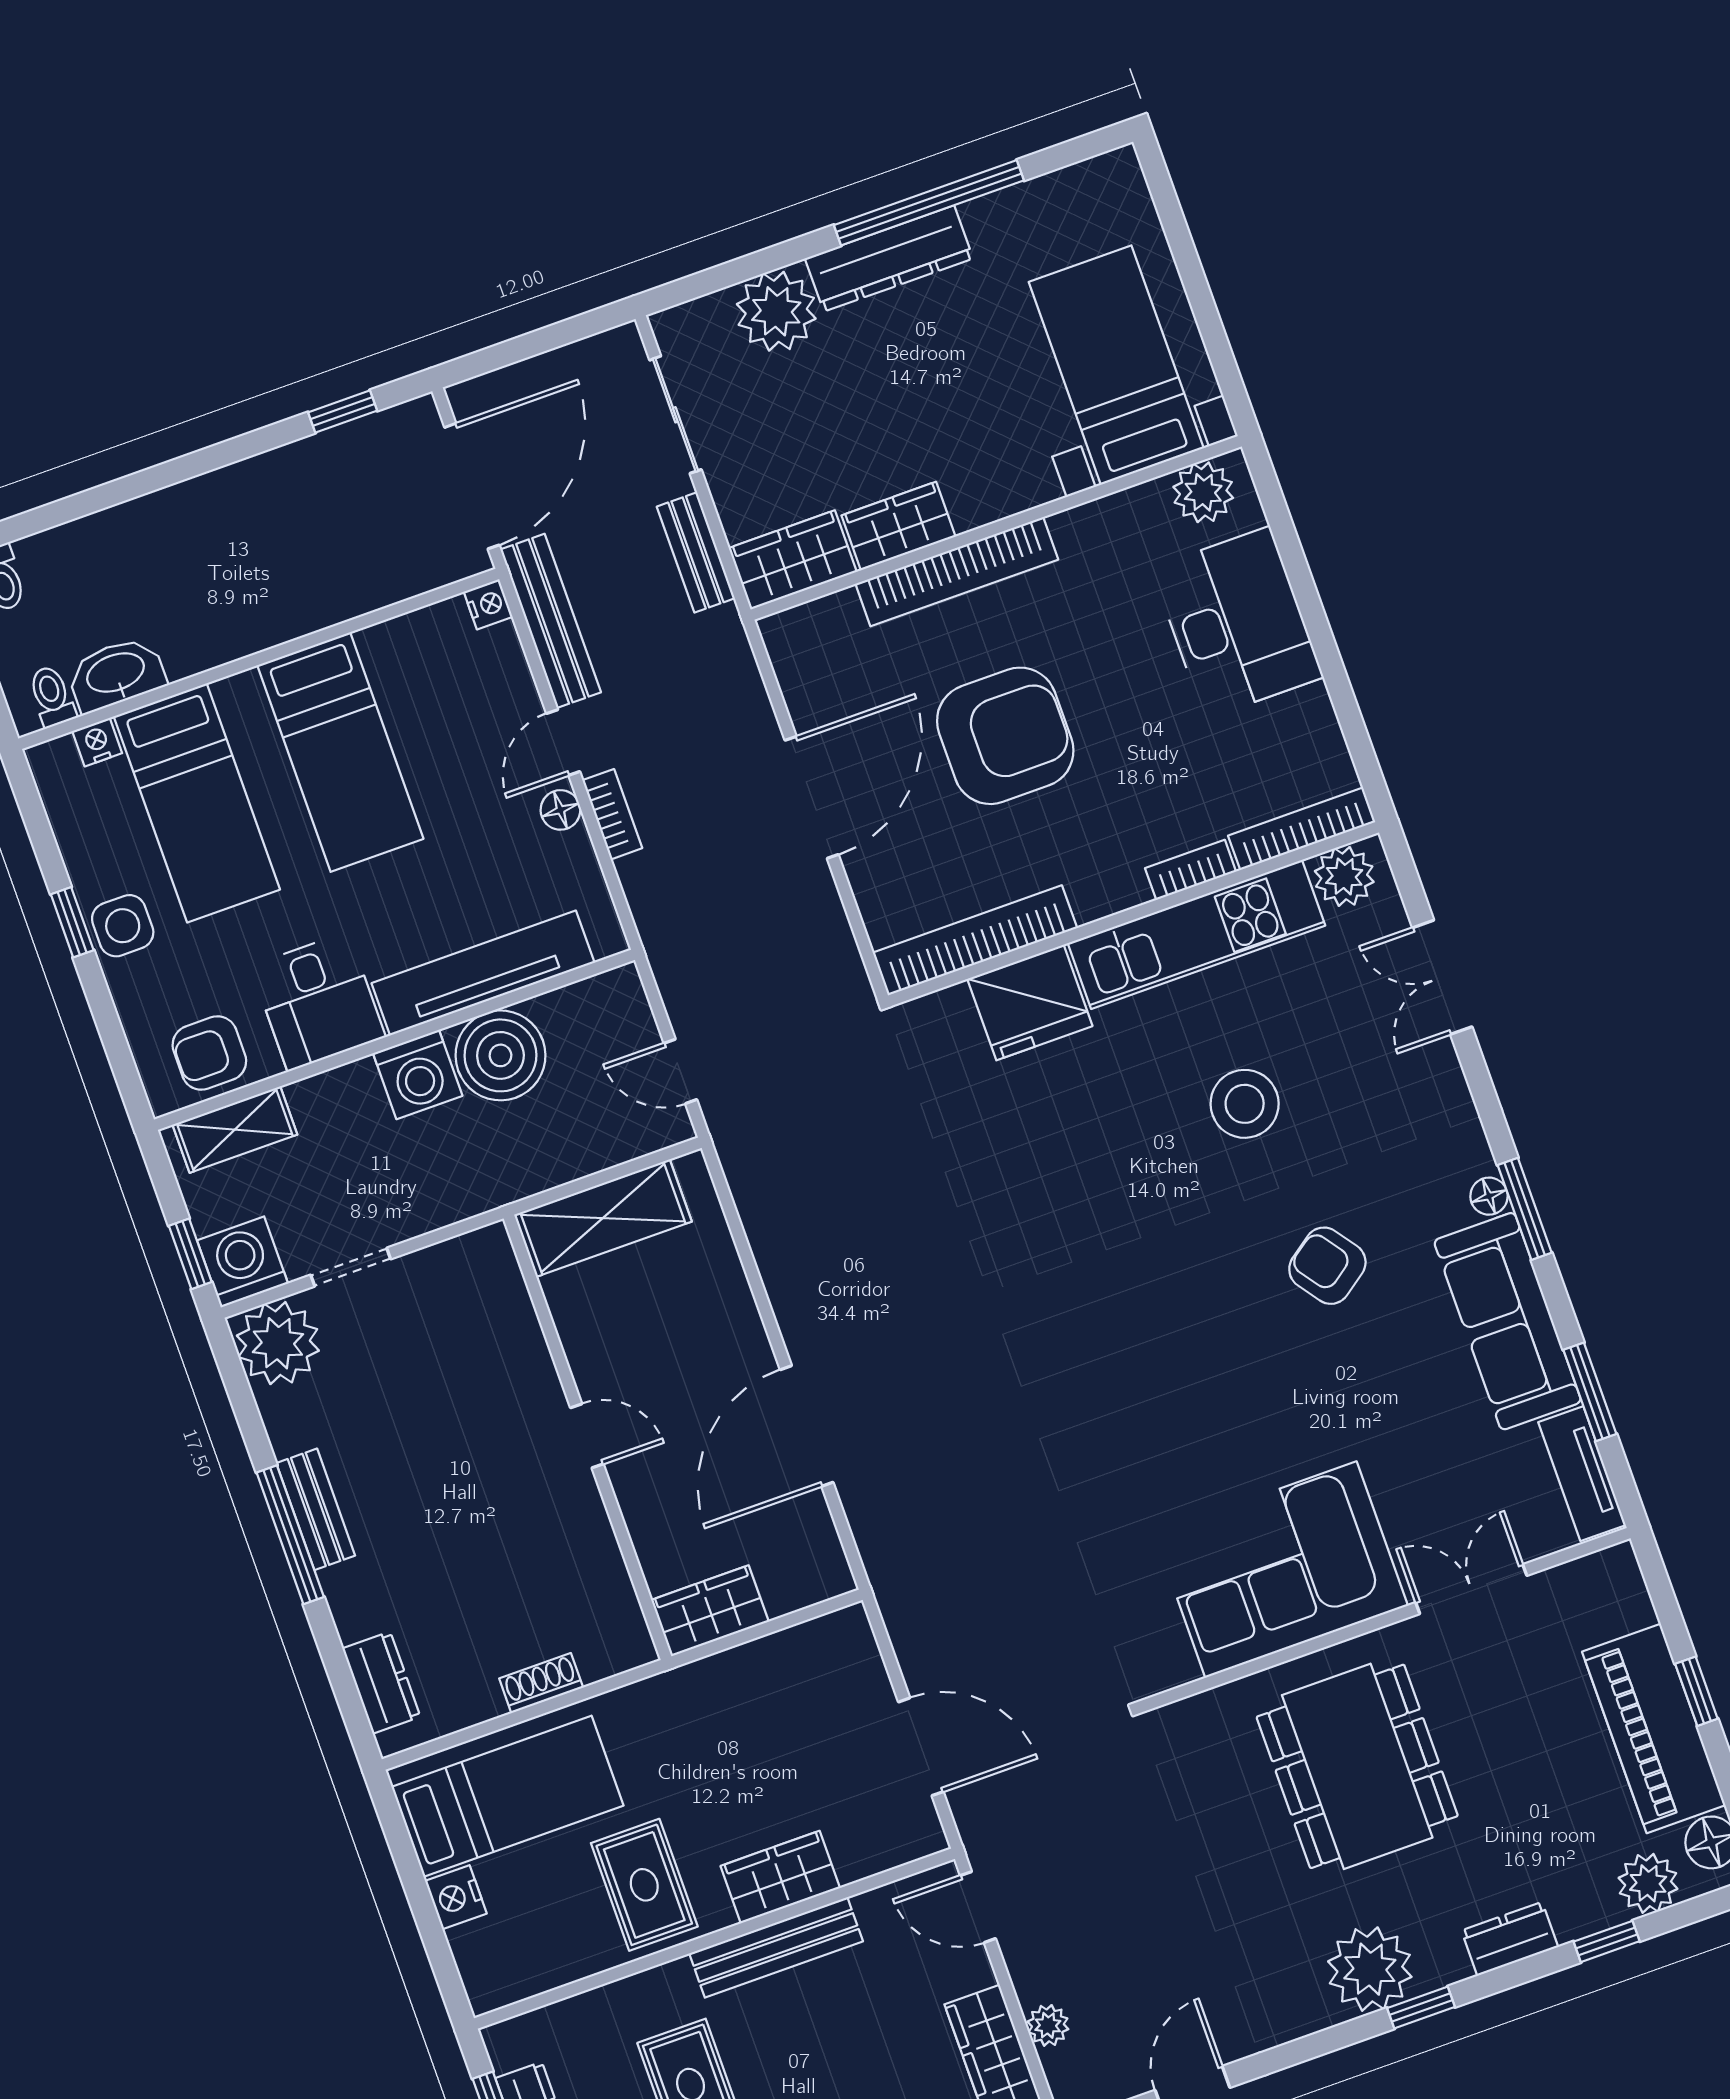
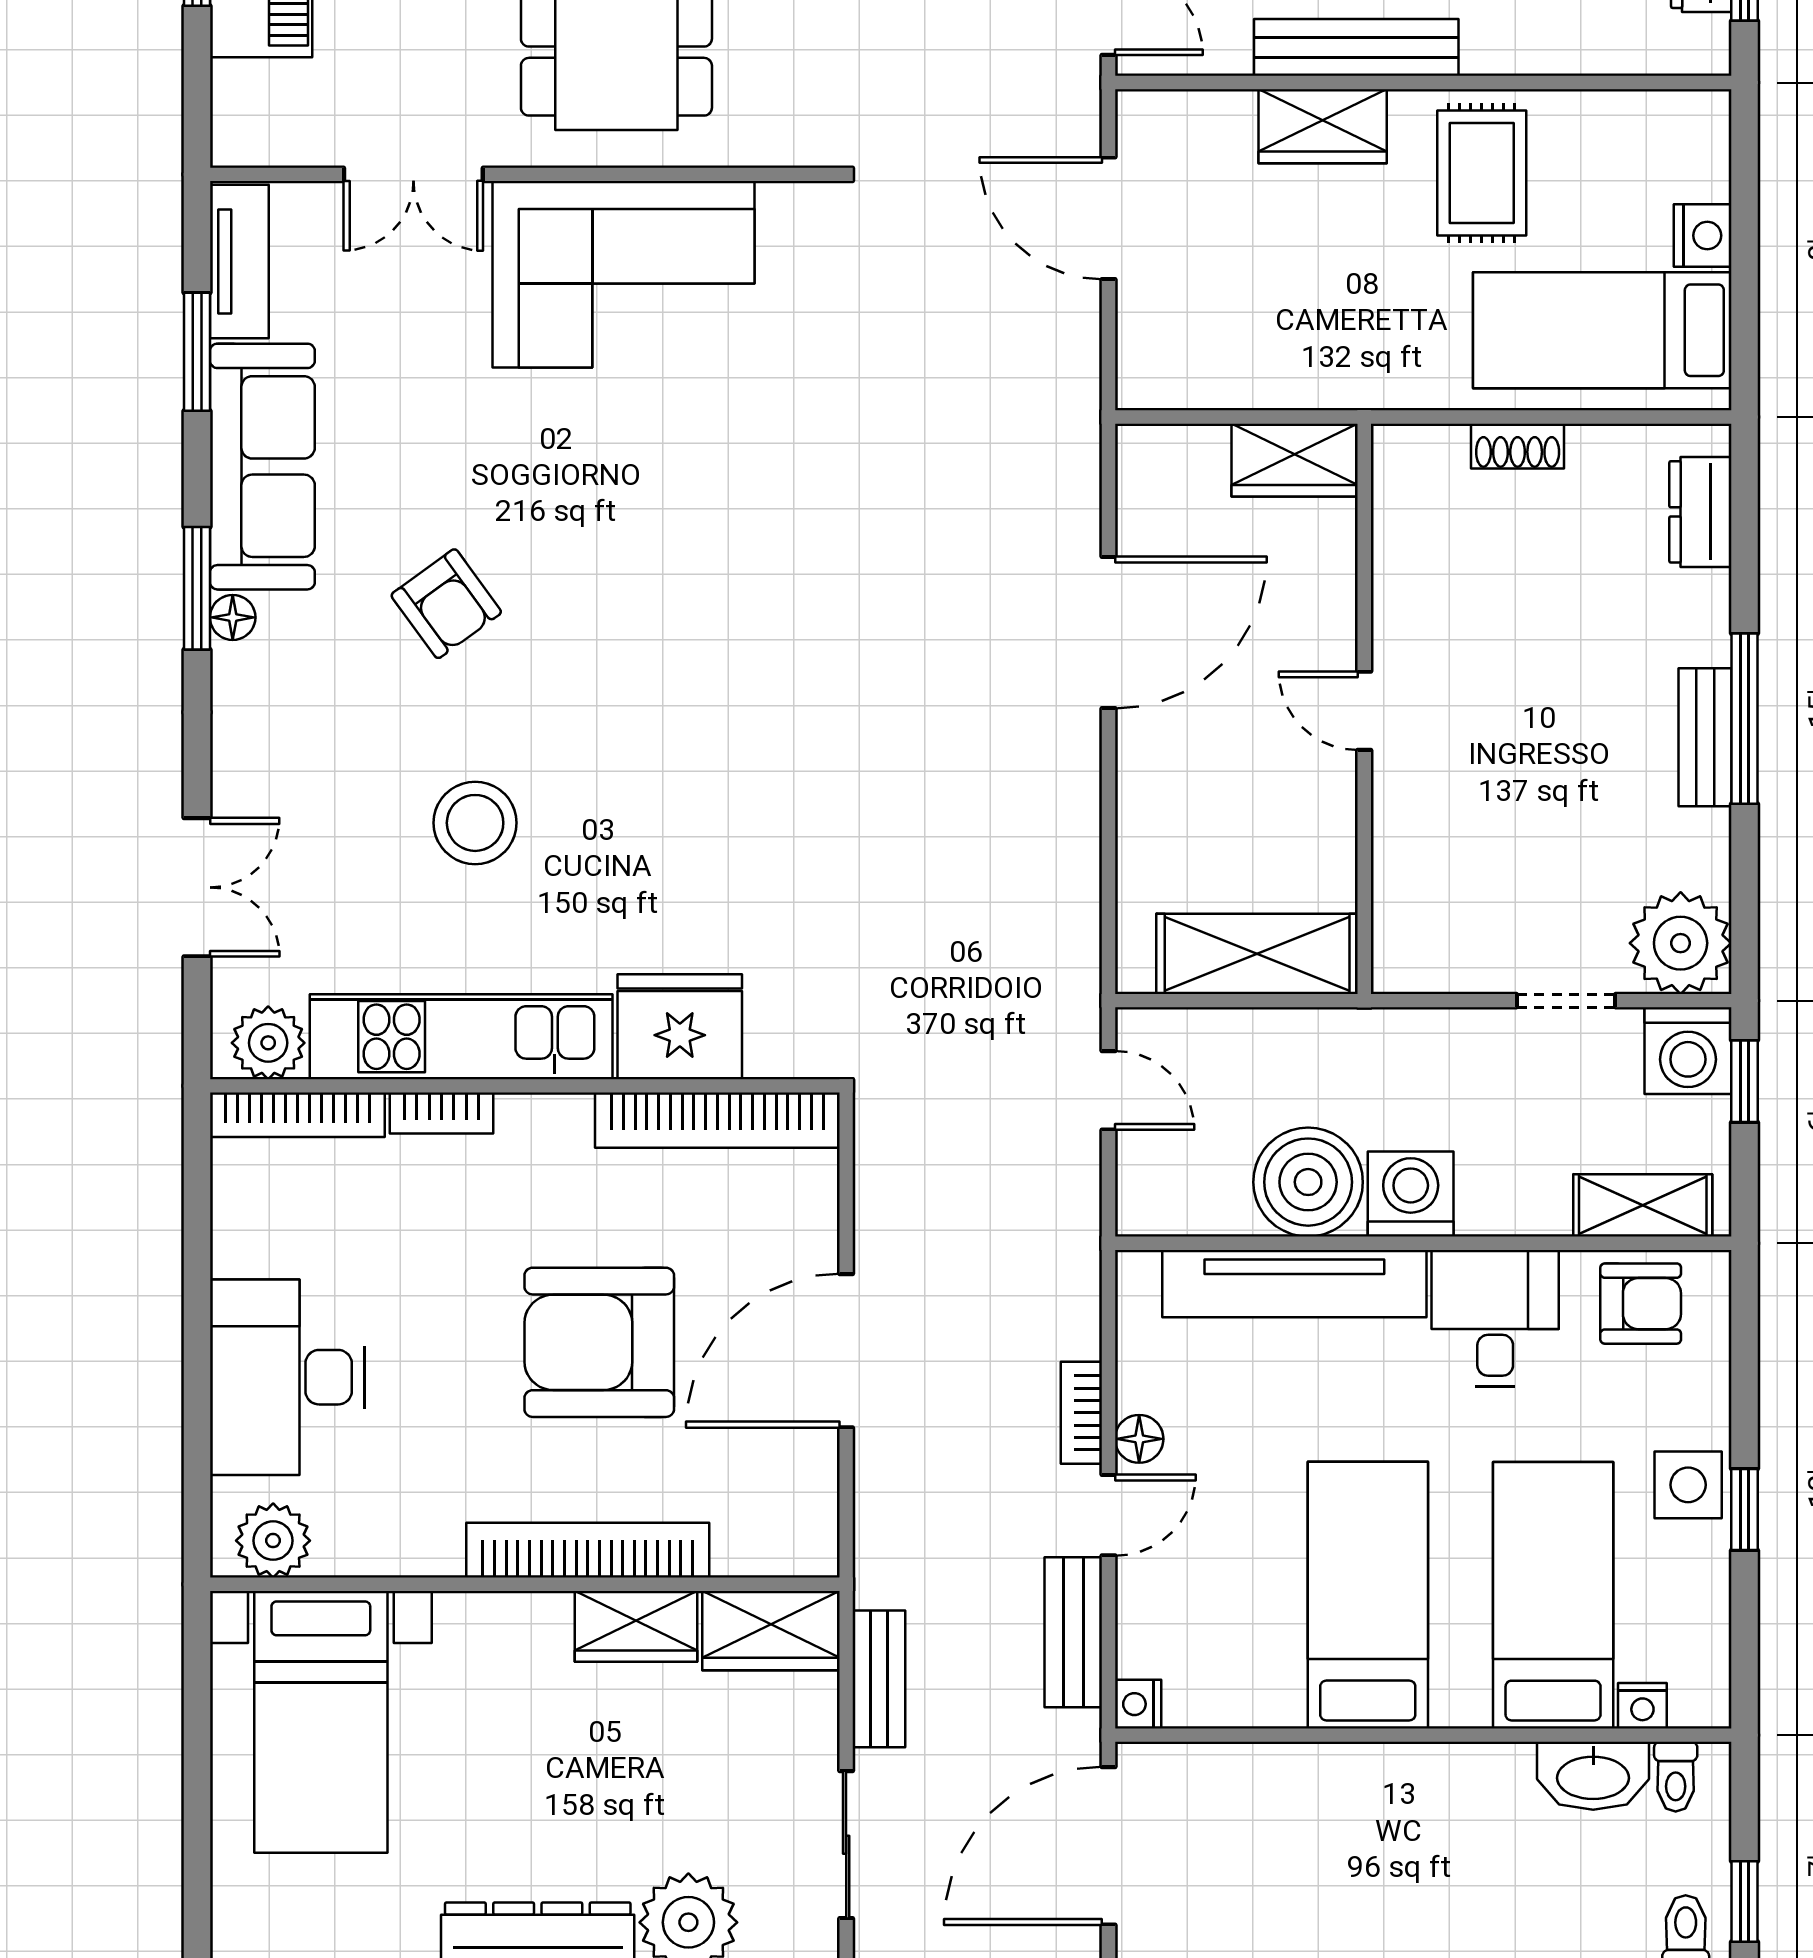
bench: (551, 621) -> (1073, 1632), width x0.73

